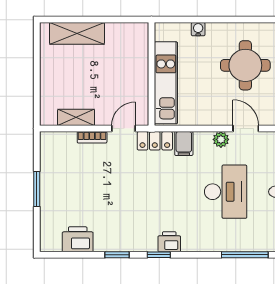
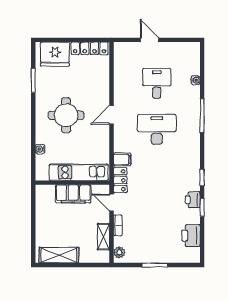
shelving: (77, 33) -> (59, 255), moved, turned 90
filing cabinet: (136, 75) -> (73, 194), added
plant: (221, 139) -> (119, 252), moved
printer: (169, 242) -> (193, 200), moved

